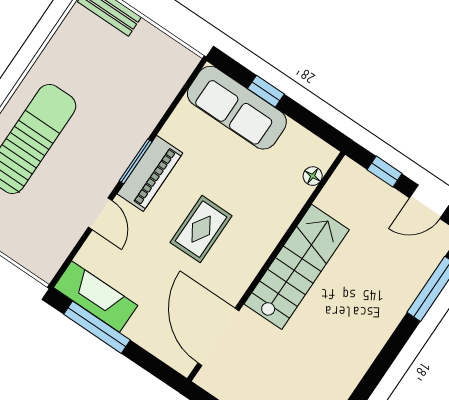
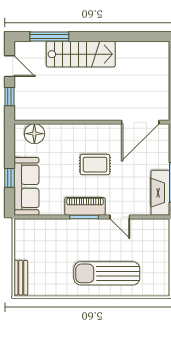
floor lamp: (313, 176) -> (34, 134), width x1.89, depth x1.89
door: (100, 214) -> (120, 217), swing flipped
stairs: (297, 267) -> (81, 54), moved, turned 180

